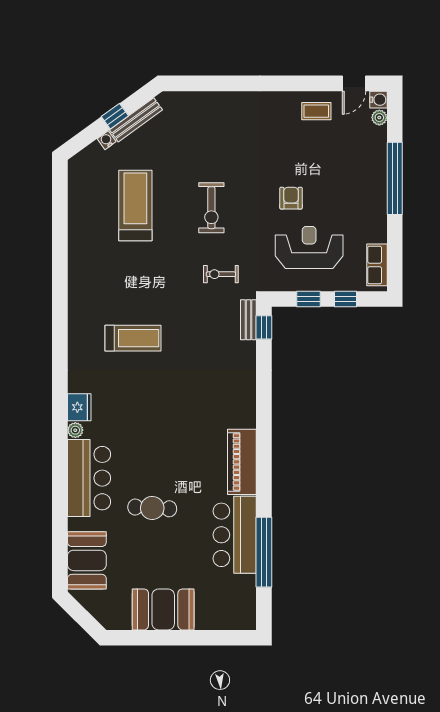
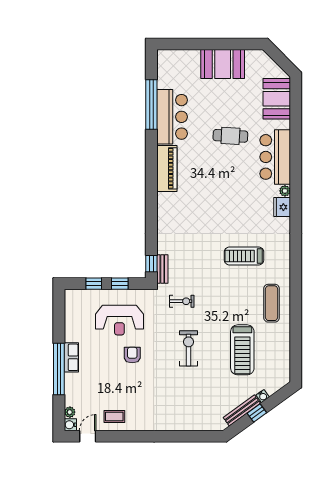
armchair: (291, 198) -> (132, 355), turned 180
row of seats: (377, 265) -> (71, 357), moved
exercise mat: (94, 271) -> (272, 303), added

